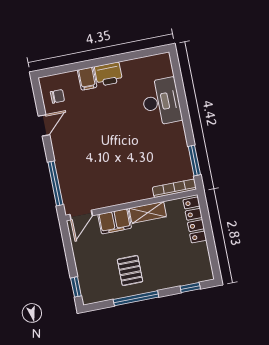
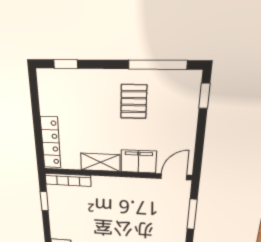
window: (194, 160) -> (44, 201), width x0.67
window: (55, 183) -> (192, 214), width x0.69
window: (136, 298) -> (158, 65), moved

